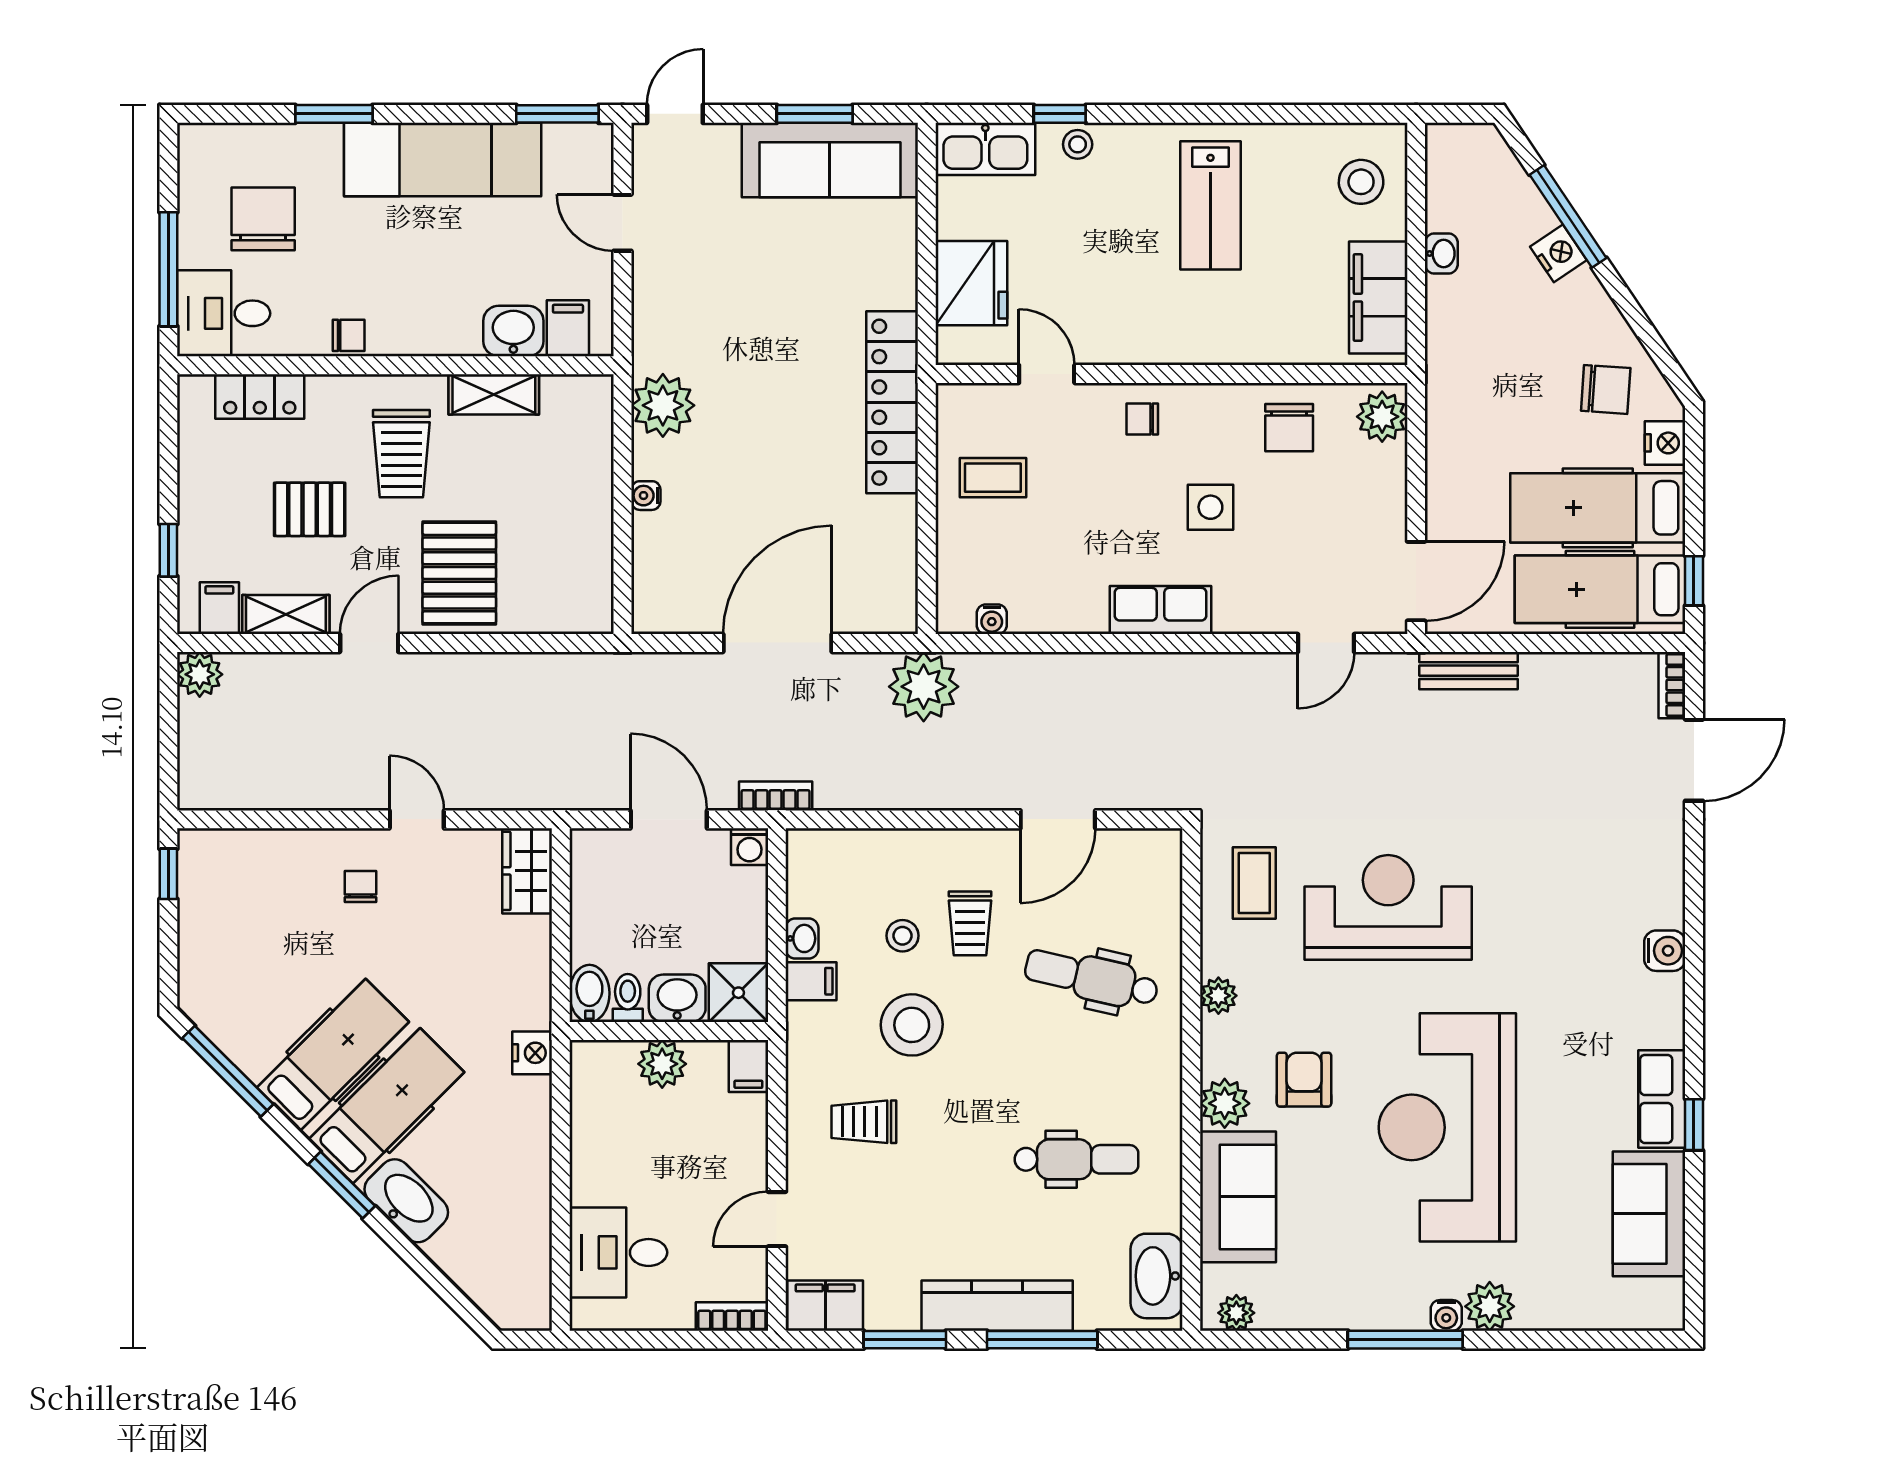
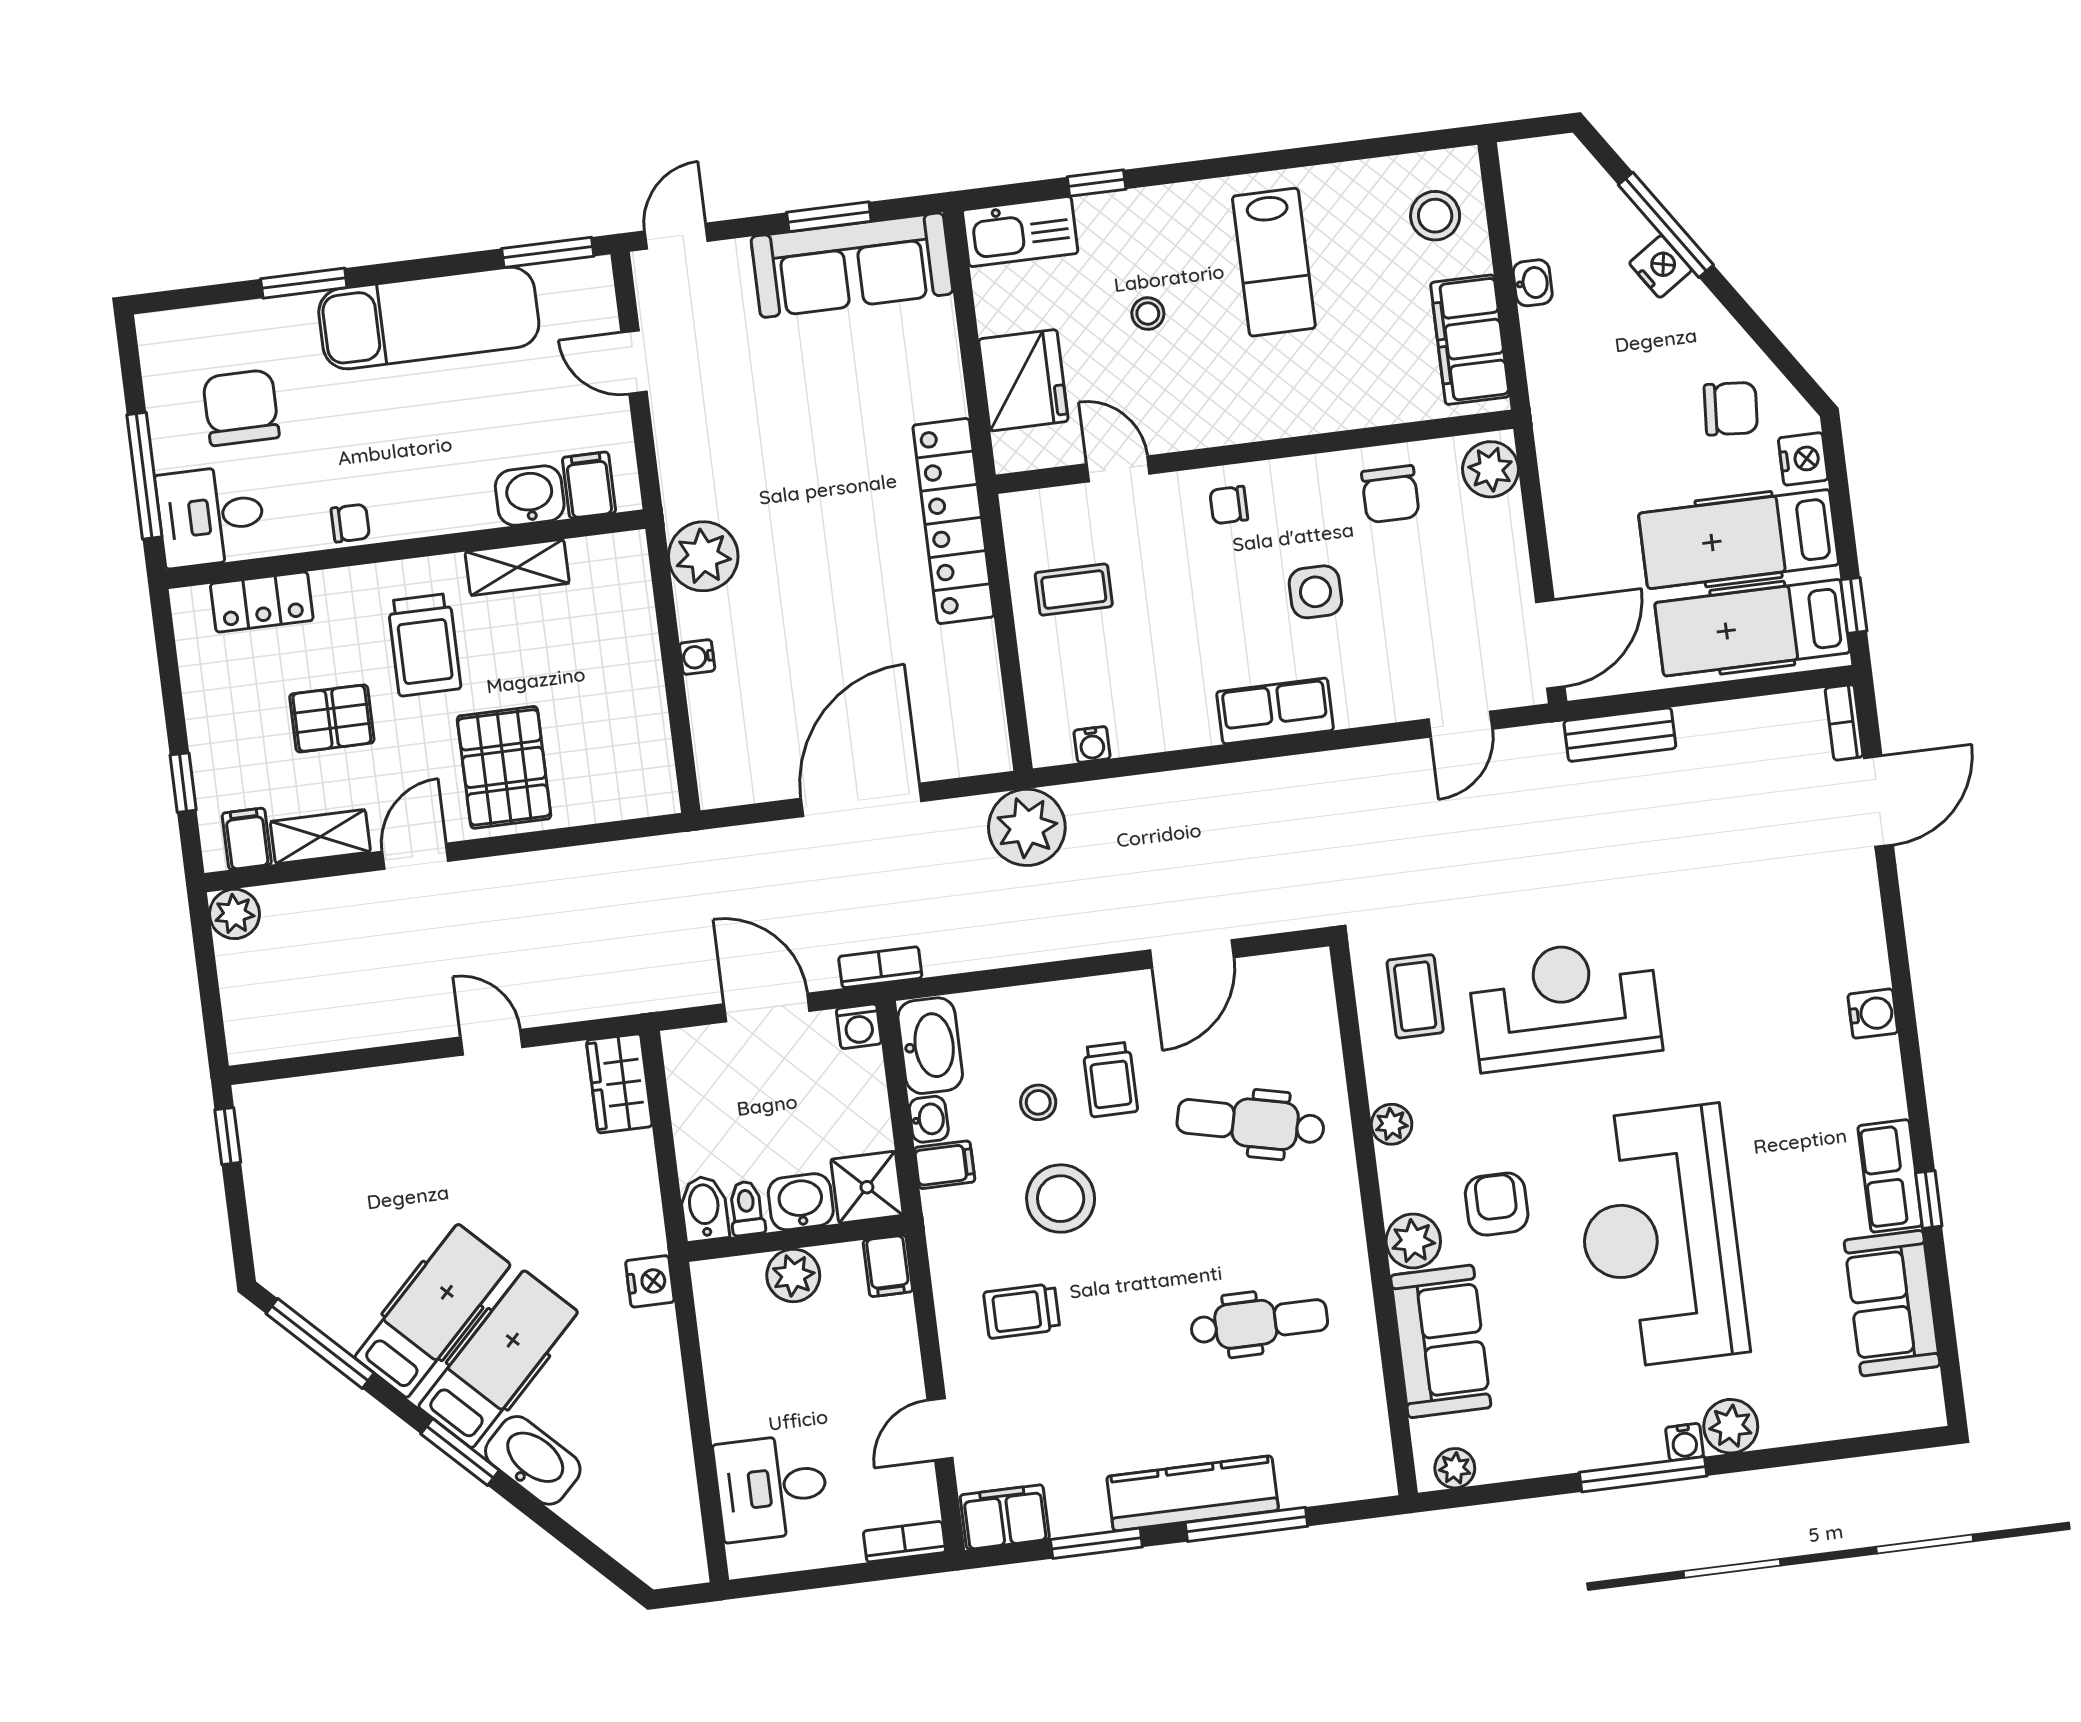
stool: (1078, 144) -> (1148, 314), moved
chair: (361, 887) -> (439, 1123), removed
washbasin: (1157, 1276) -> (930, 1046), moved, turned 180

